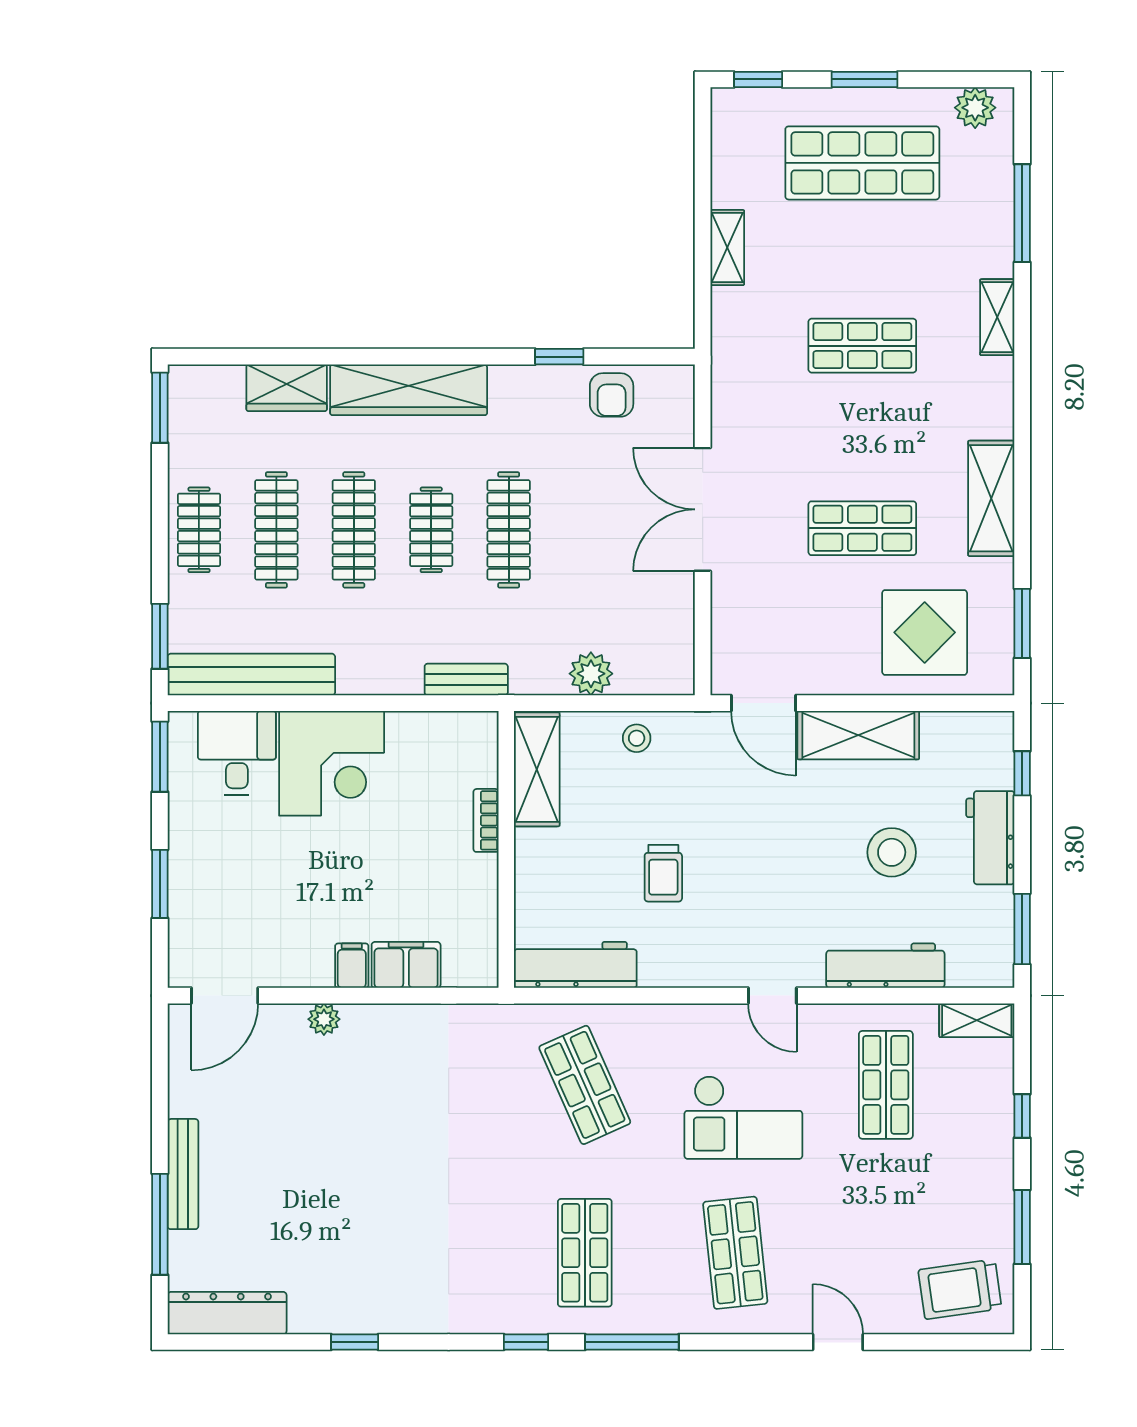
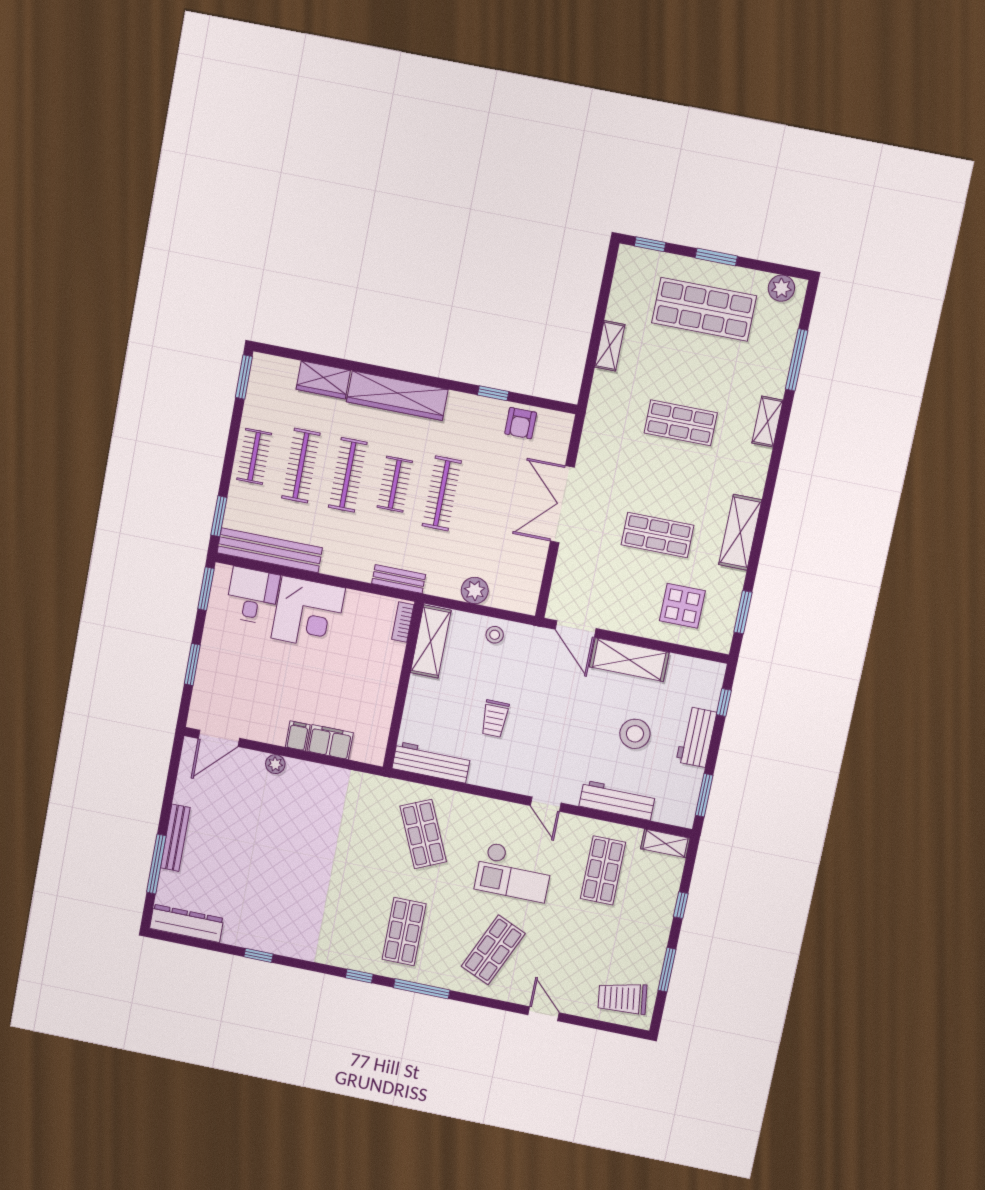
display table: (925, 632) -> (682, 606), width x0.73, depth x0.73
bookcase: (486, 820) -> (403, 622), moved
shop shelf: (735, 1253) -> (493, 950), turned 30

